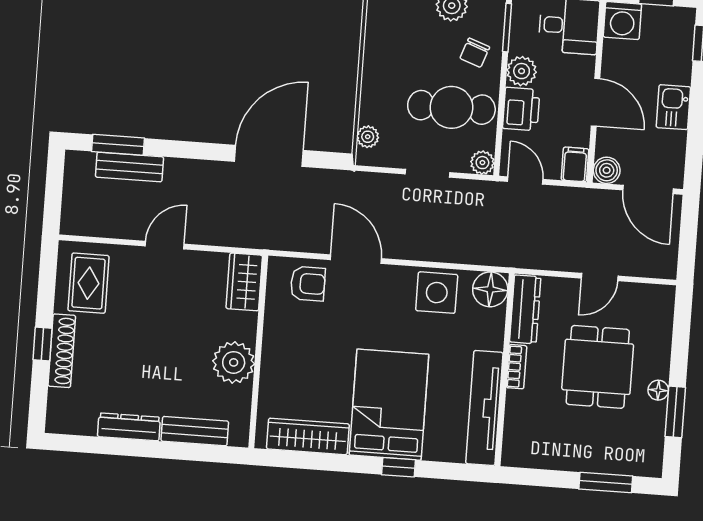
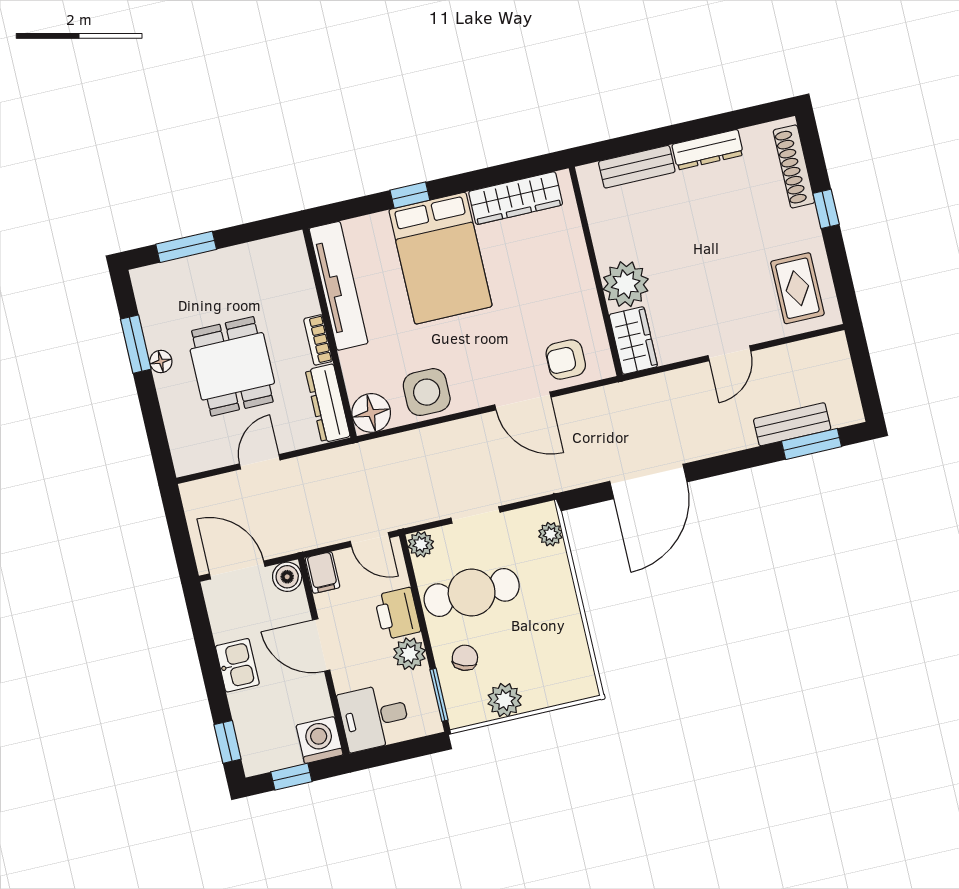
shoe rack: (62, 351) -> (794, 166), moved
plant: (234, 362) -> (626, 284), moved

